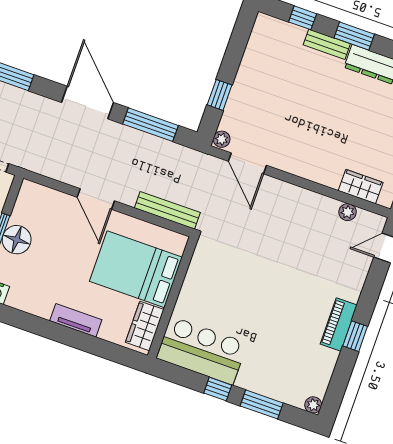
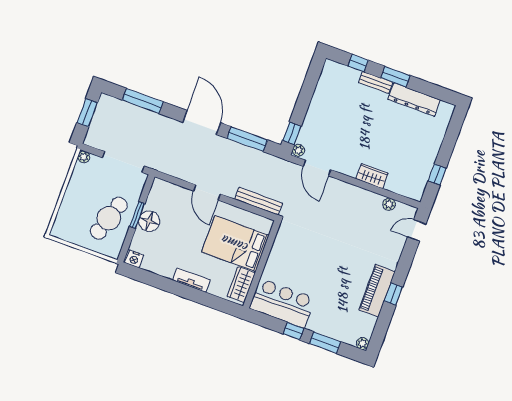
window: (220, 95) -> (292, 133), moved
wardrobe: (361, 187) -> (372, 176), moved
piano: (339, 325) -> (377, 291), width x1.37, depth x1.33

